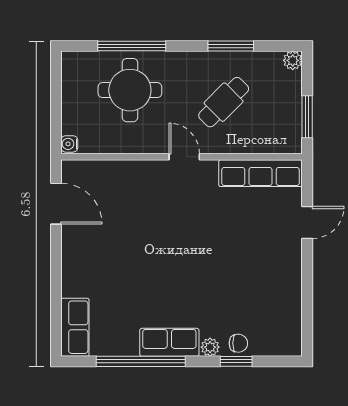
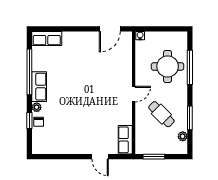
plant: (293, 60) -> (183, 136), moved
row of seats: (260, 173) -> (125, 140), width x0.68

